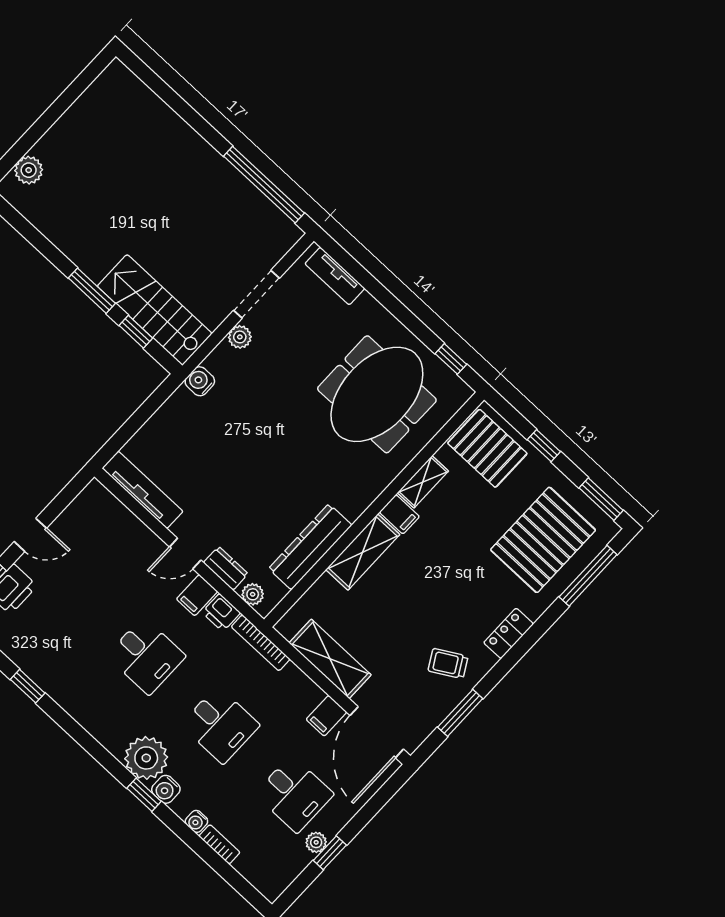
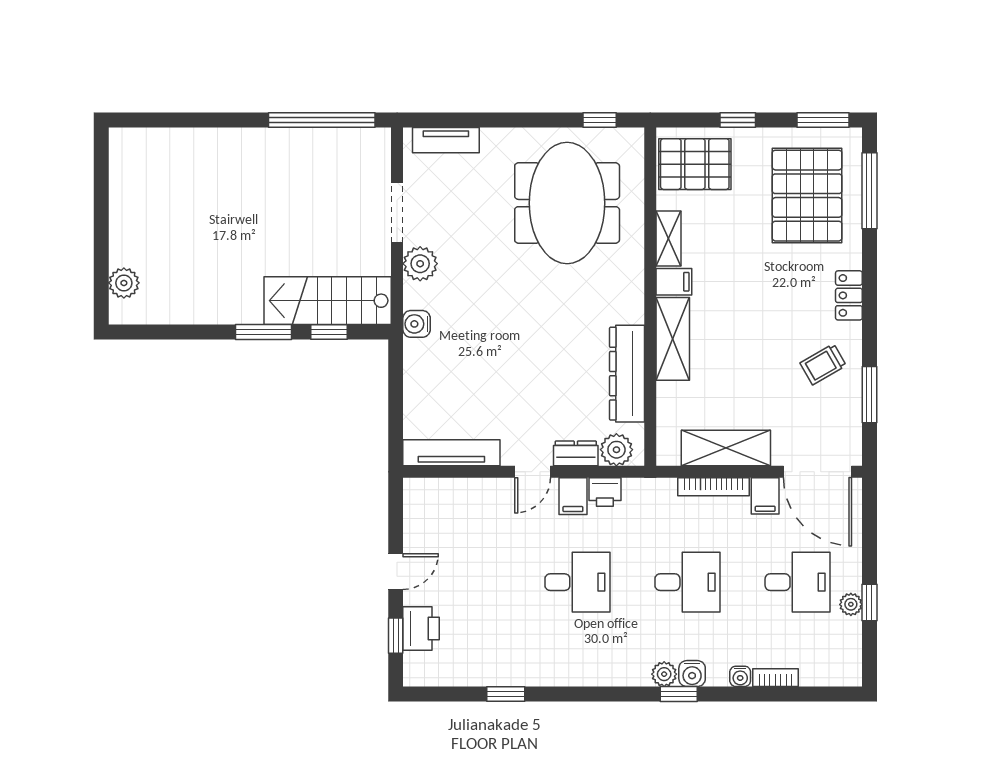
plant: (240, 337) -> (420, 264), width x1.38, depth x1.38
plant: (253, 594) -> (616, 450), width x1.38, depth x1.38
bookcase: (261, 643) -> (713, 487), moved
plant: (146, 758) -> (664, 674), width x0.53, depth x0.53

